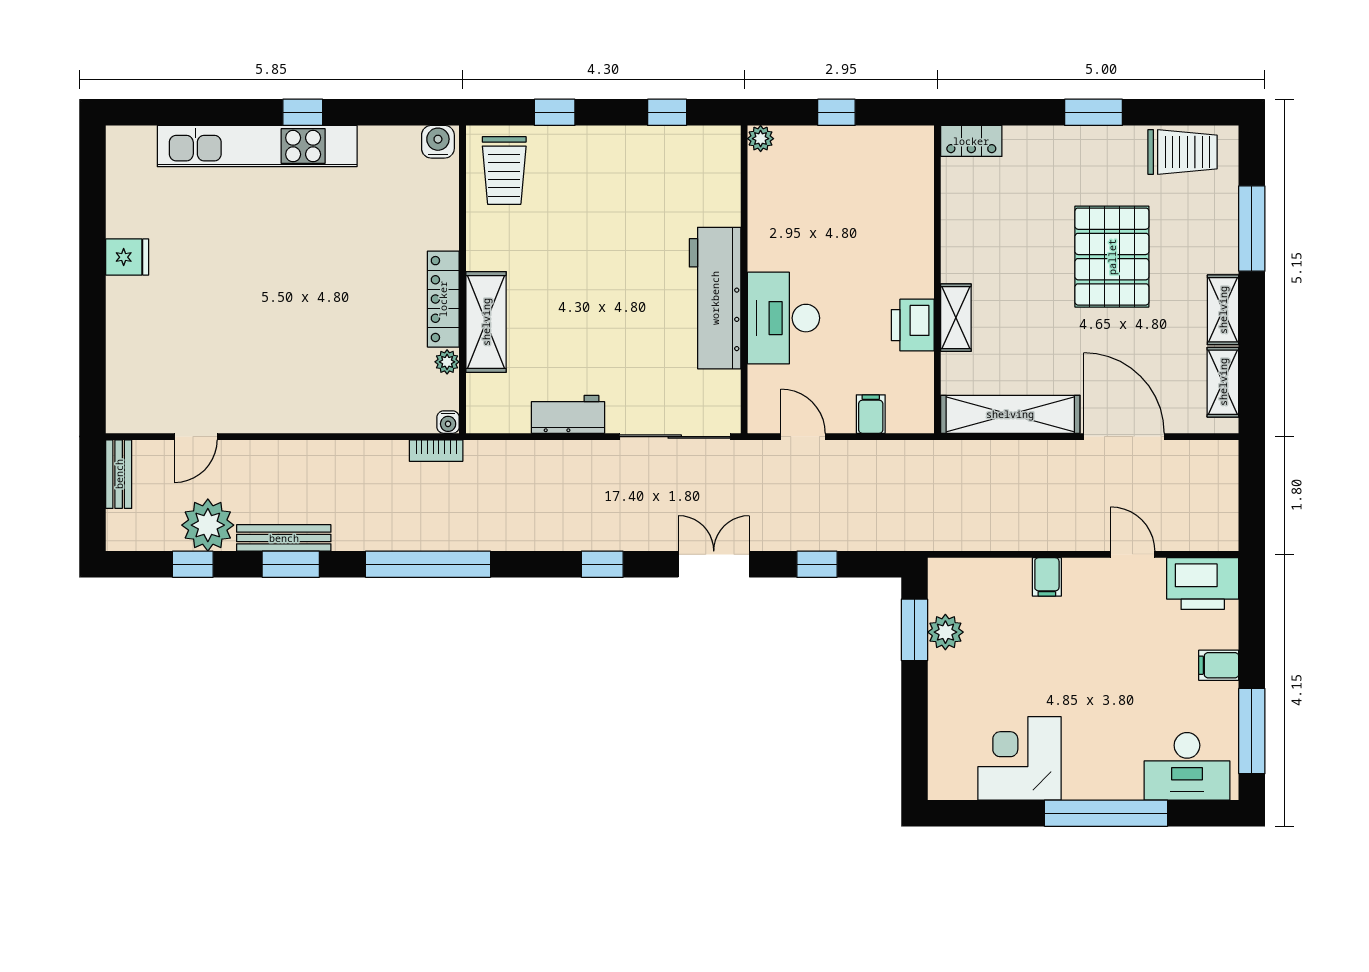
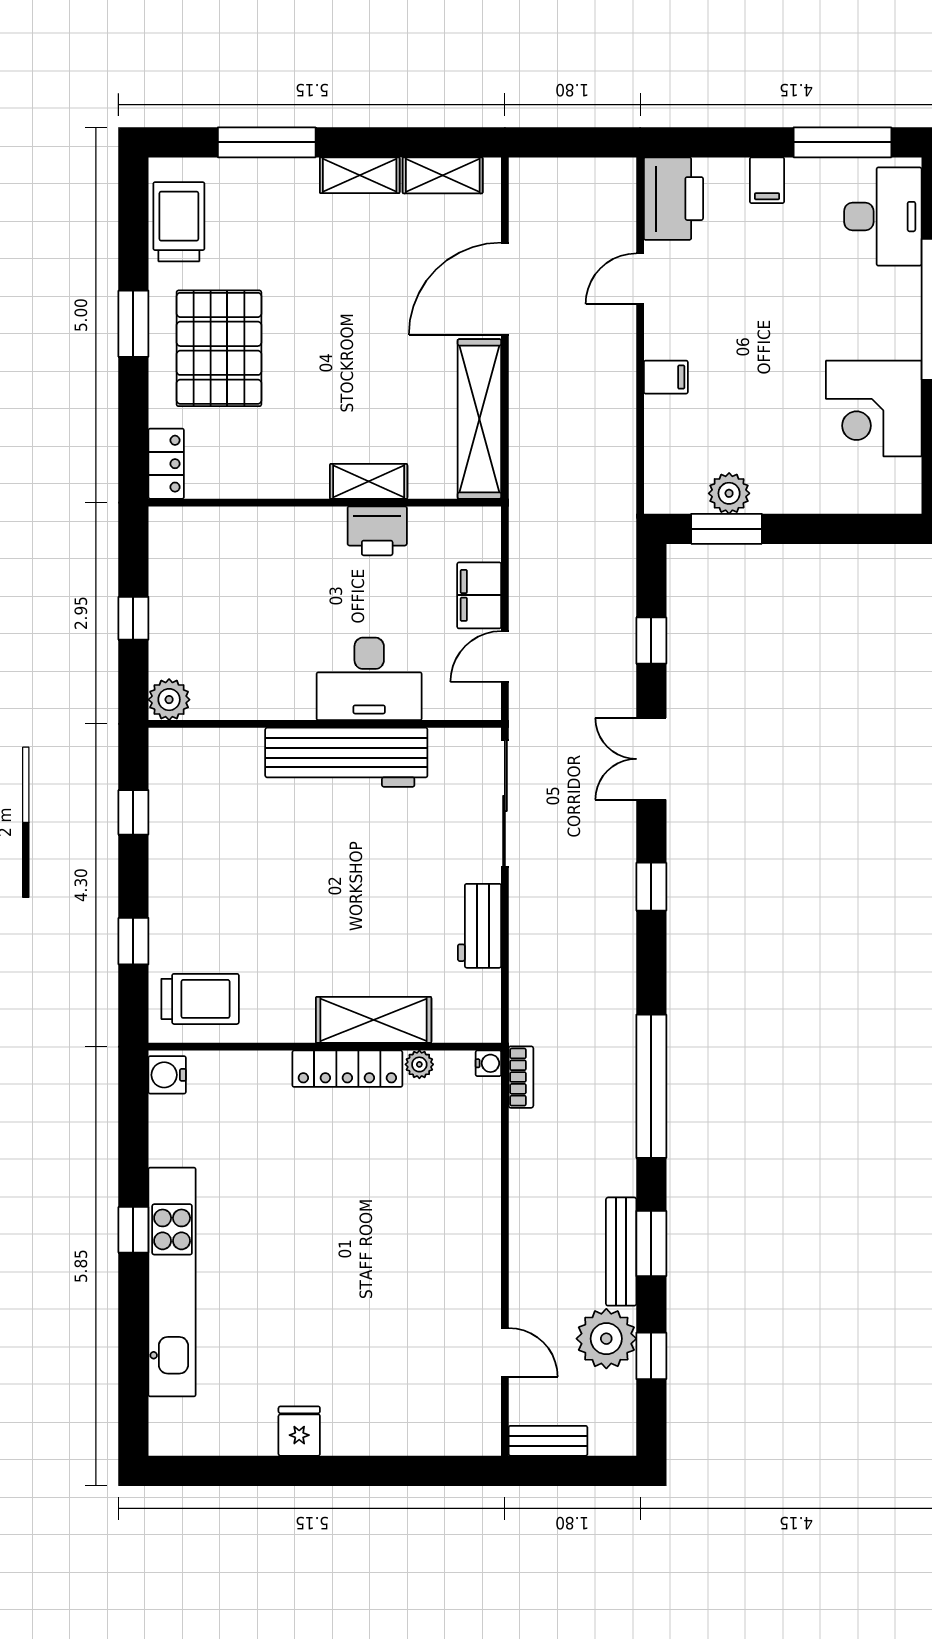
plant: (761, 139) -> (169, 700), width x1.38, depth x1.38
pallet: (1112, 257) -> (219, 348), moved, turned 90
filing cabinet: (871, 414) -> (479, 595), width x2.00

